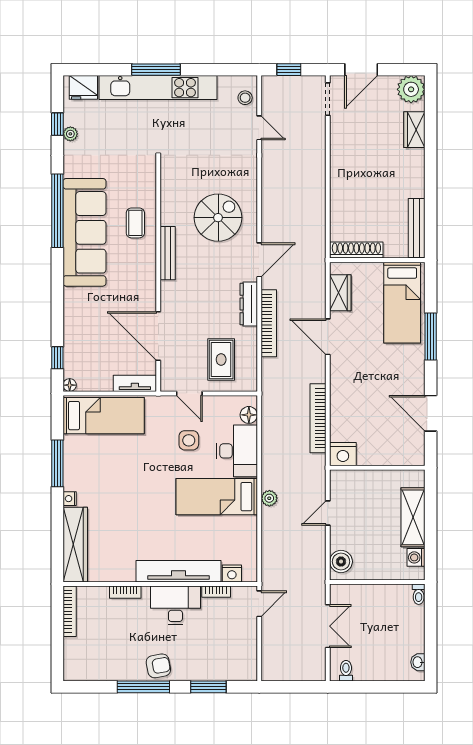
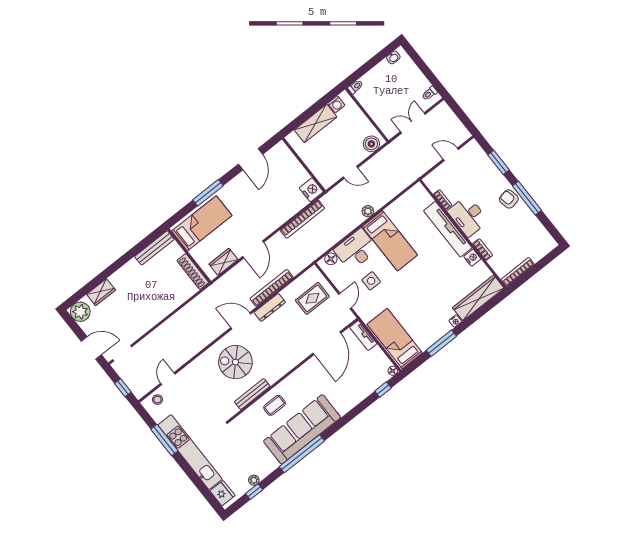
window: (156, 70) -> (164, 440), moved
bench: (168, 253) -> (252, 394), moved
nightstand: (232, 573) -> (472, 258), moved
door: (259, 604) -> (451, 154), moved

